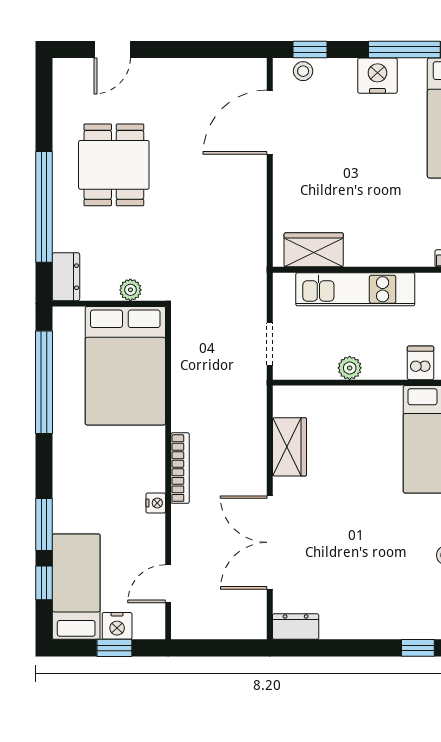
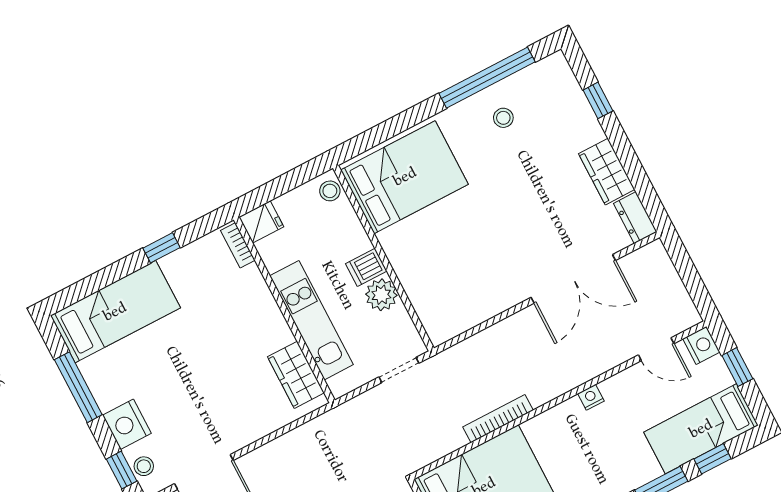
nightstand: (377, 76) -> (127, 424), moved
dishwasher: (421, 363) -> (366, 267), moved
plant: (350, 368) -> (381, 295), width x1.38, depth x1.38
wardrobe: (290, 447) -> (607, 172), moved, turned -90
bookcase: (180, 468) -> (498, 419), moved
nightstand: (117, 626) -> (701, 345), moved

